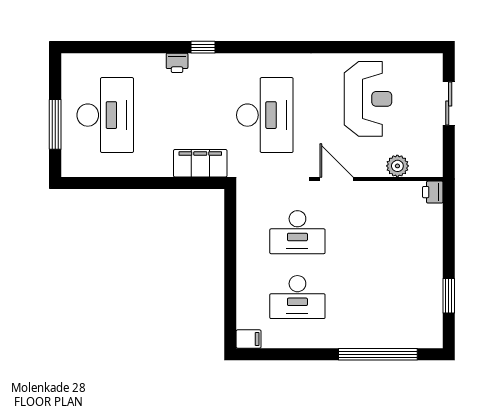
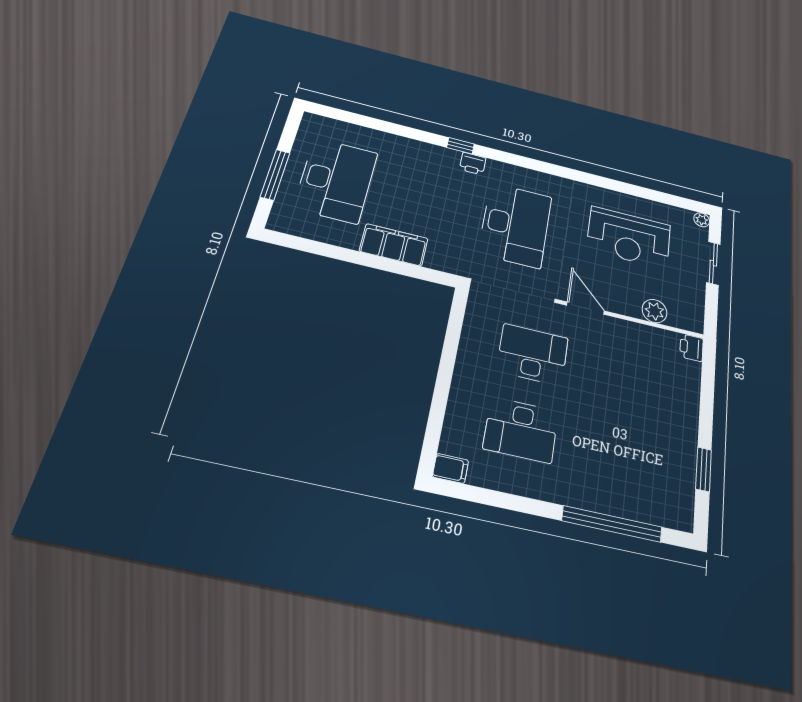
plant: (435, 61) -> (702, 220), added
printer: (177, 63) -> (473, 164), moved
reception desk: (368, 99) -> (629, 237), turned 90
filing cabinet: (200, 163) -> (394, 245), moved
desk: (297, 232) -> (533, 355), turned 180

